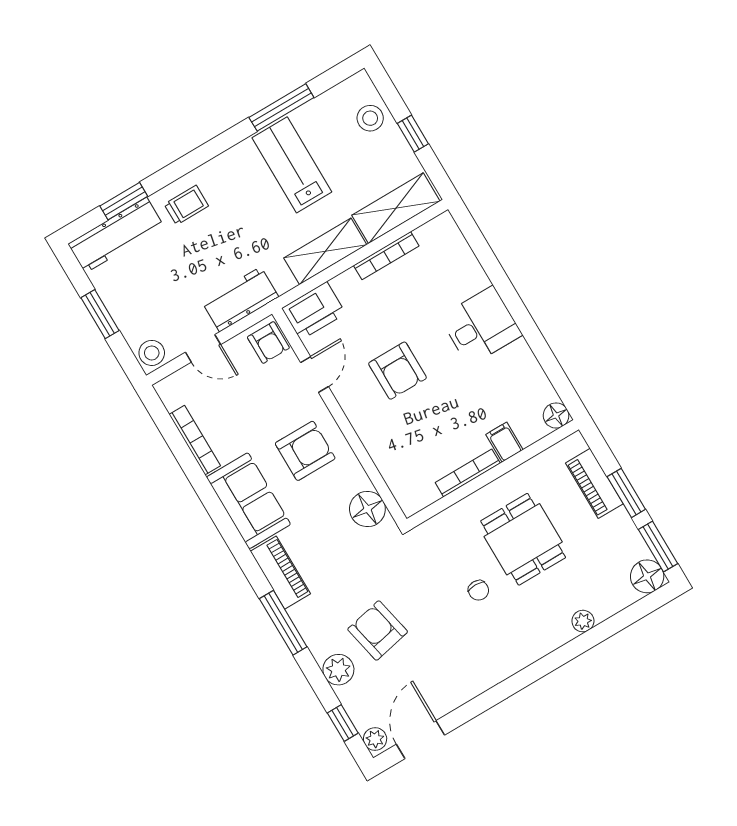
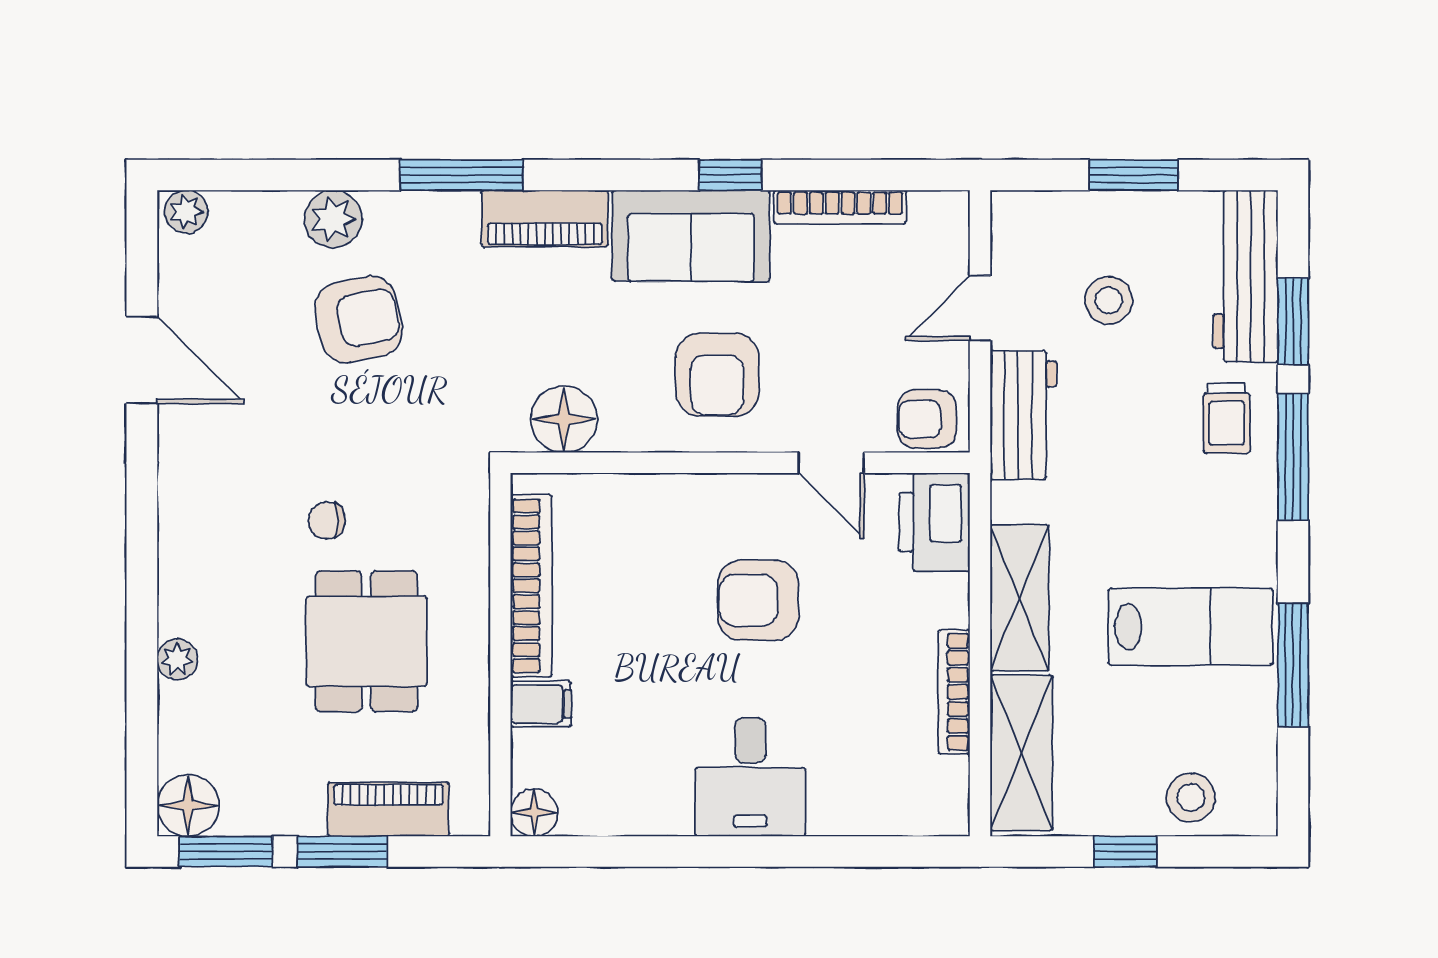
window: (186, 164) -> (1293, 457), added
stool: (152, 353) -> (1109, 300), moved
bookcase: (468, 473) -> (531, 586), width x1.48, depth x1.31
dining table: (523, 539) -> (366, 641), turned 90
window: (343, 723) -> (730, 175), moved
door: (420, 740) -> (142, 360), moved

